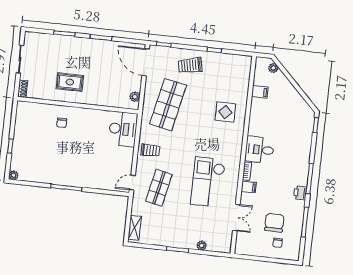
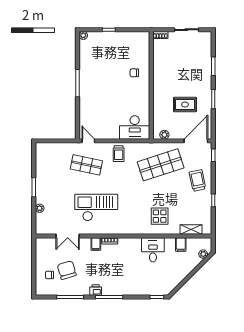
rug: (70, 82) -> (185, 105), moved, turned 90
shop shelf: (168, 105) -> (161, 165), turned -30
desk: (259, 150) -> (153, 250), moved
chair: (274, 223) -> (67, 270), turned -106
shelving: (135, 228) -> (191, 230), moved

